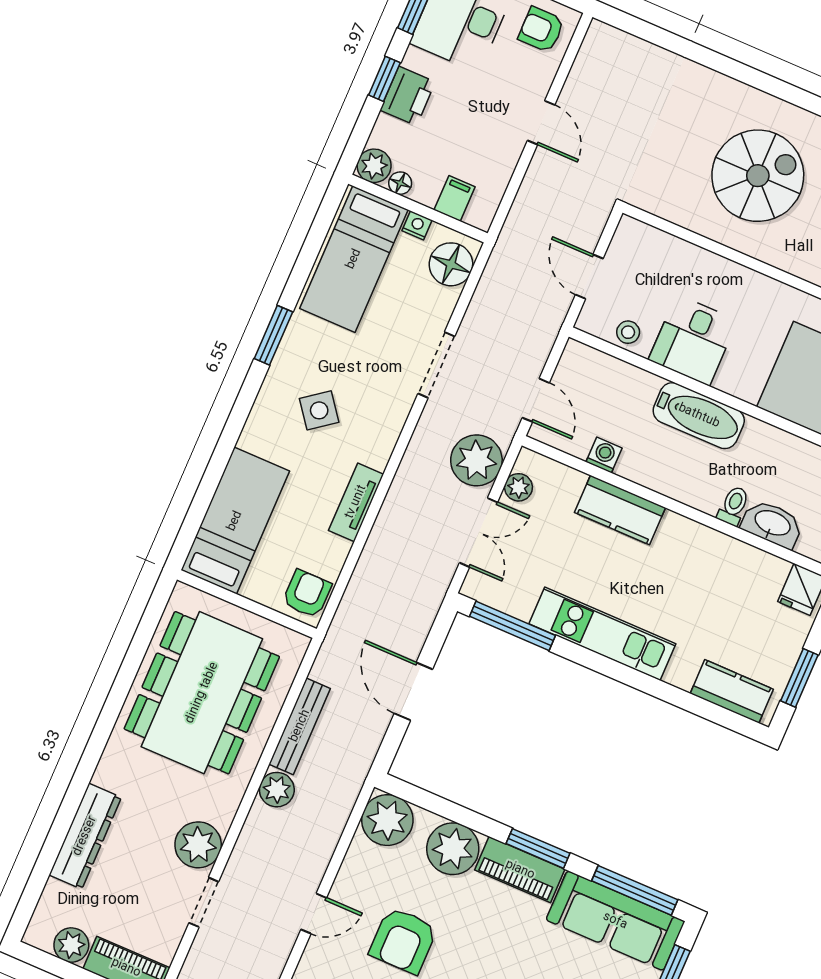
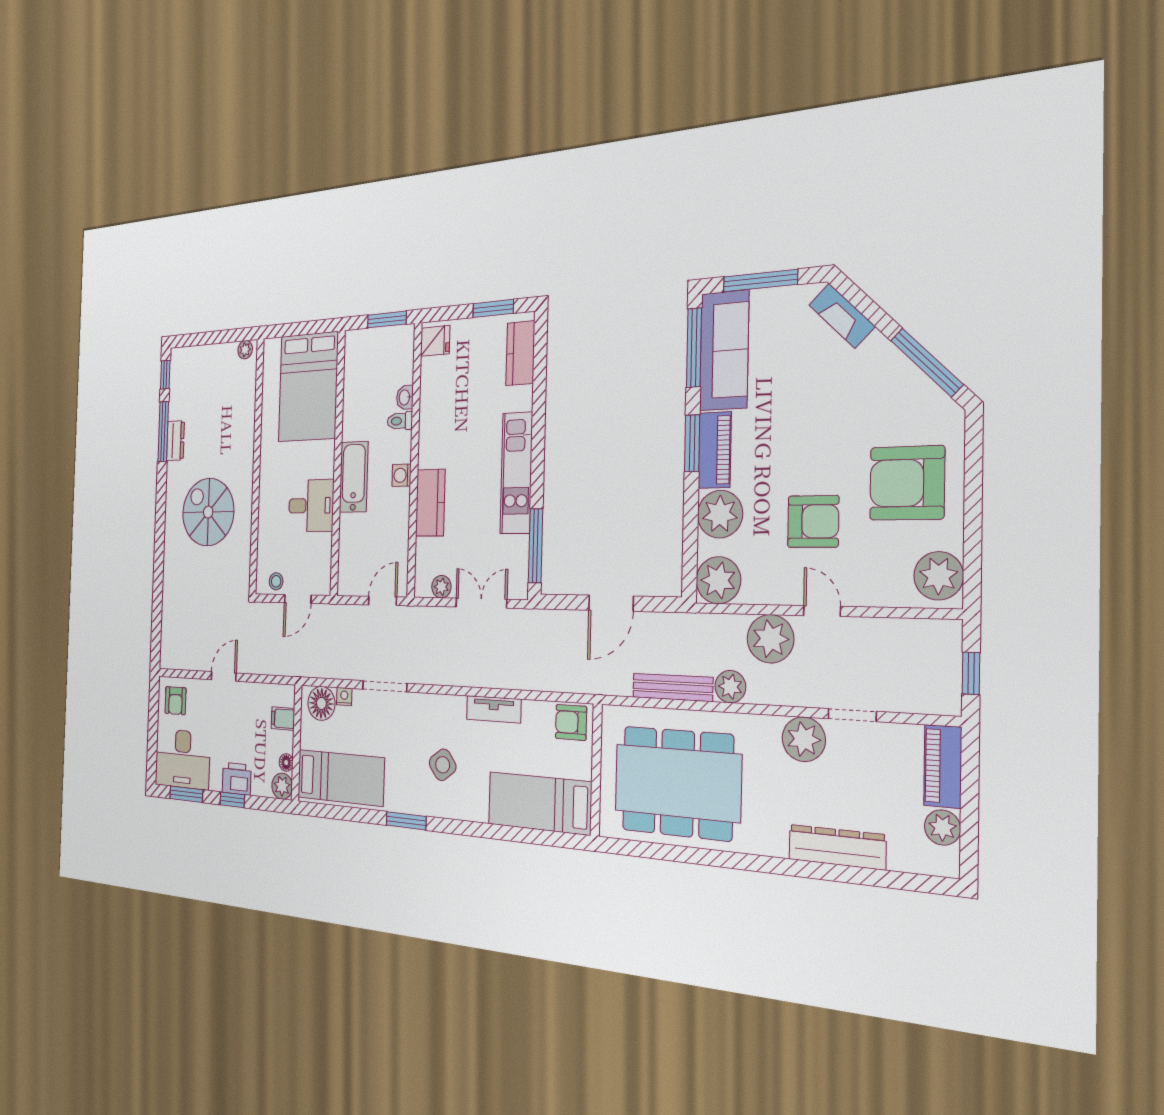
nightstand: (417, 225) -> (344, 697), moved, turned 90
stool: (628, 332) -> (276, 581), moved
washing machine: (604, 455) -> (401, 475), moved
plant: (476, 460) -> (770, 639), moved
washbasin: (772, 524) -> (405, 397), width x0.52, depth x0.69

